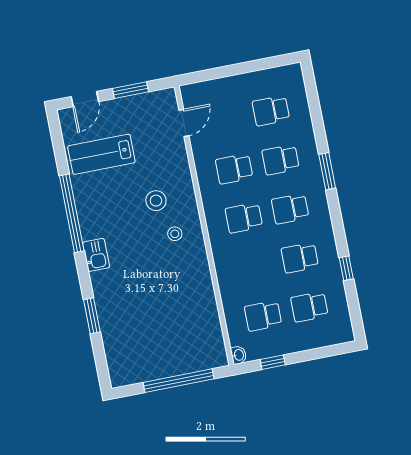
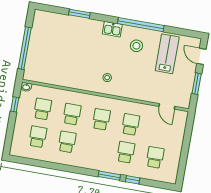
stool: (156, 201) -> (136, 46), moved
school desk: (290, 209) -> (72, 114), moved
window: (346, 268) -> (133, 180), moved

